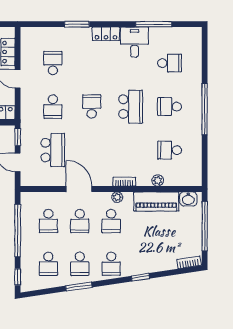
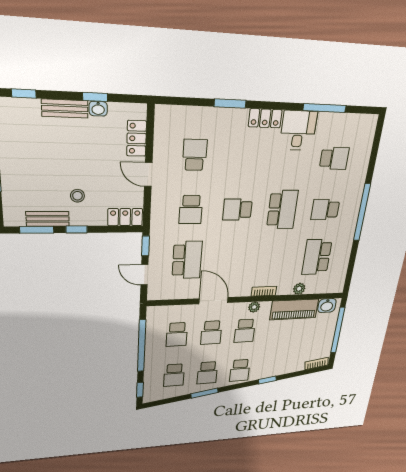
school desk: (92, 107) -> (237, 210), turned -90
school desk: (170, 150) -> (317, 257), width x1.85

